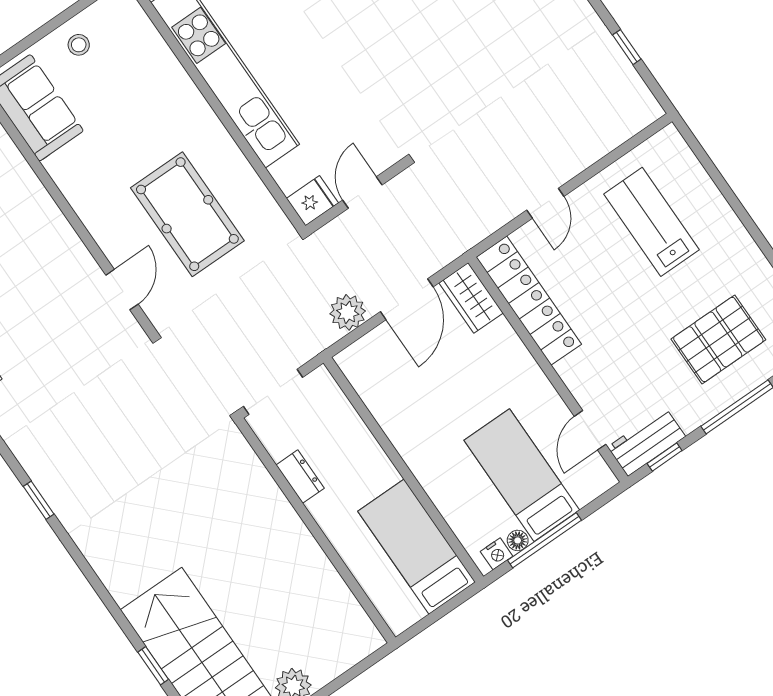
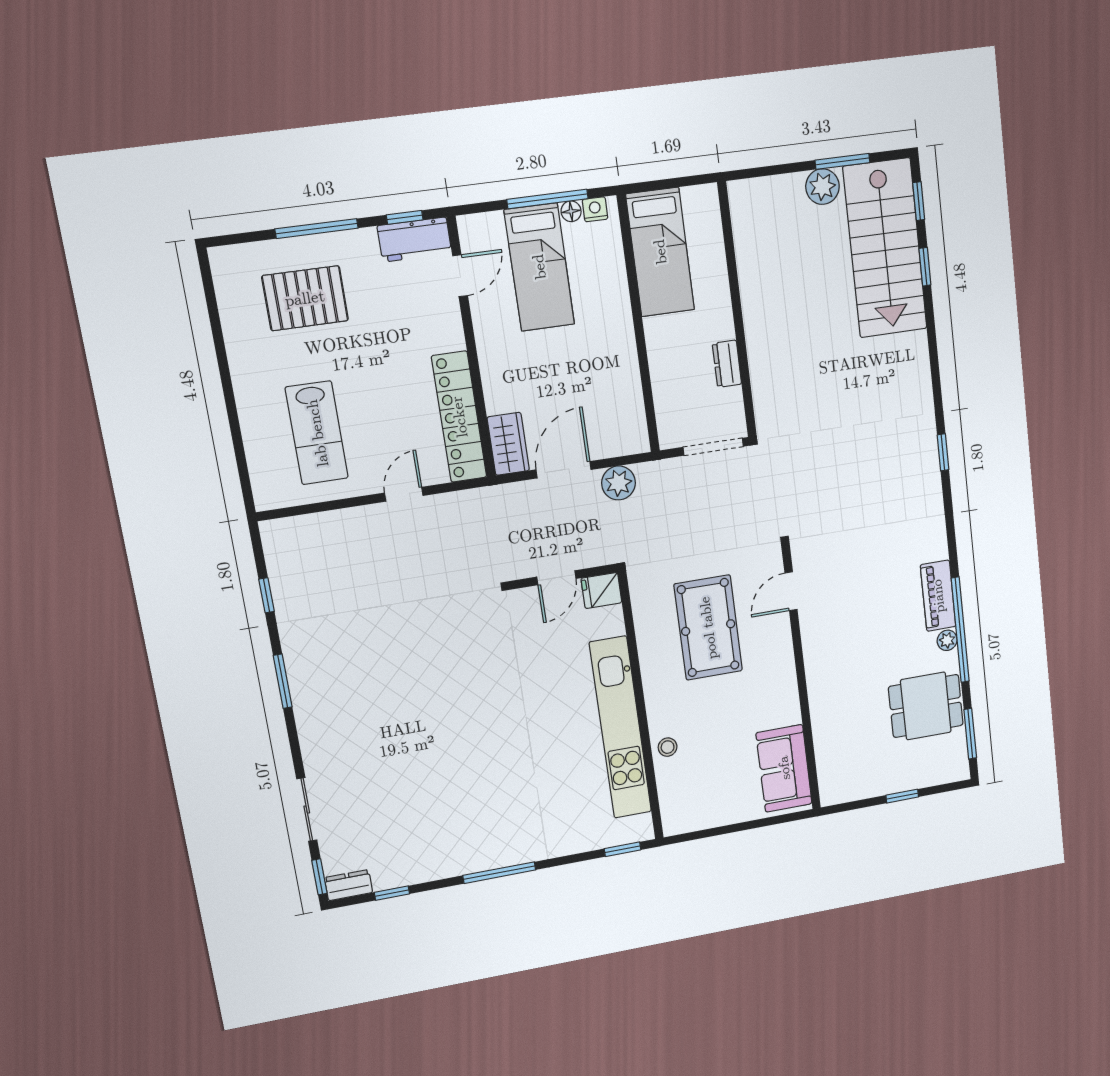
stool: (79, 45) -> (668, 747), moved

